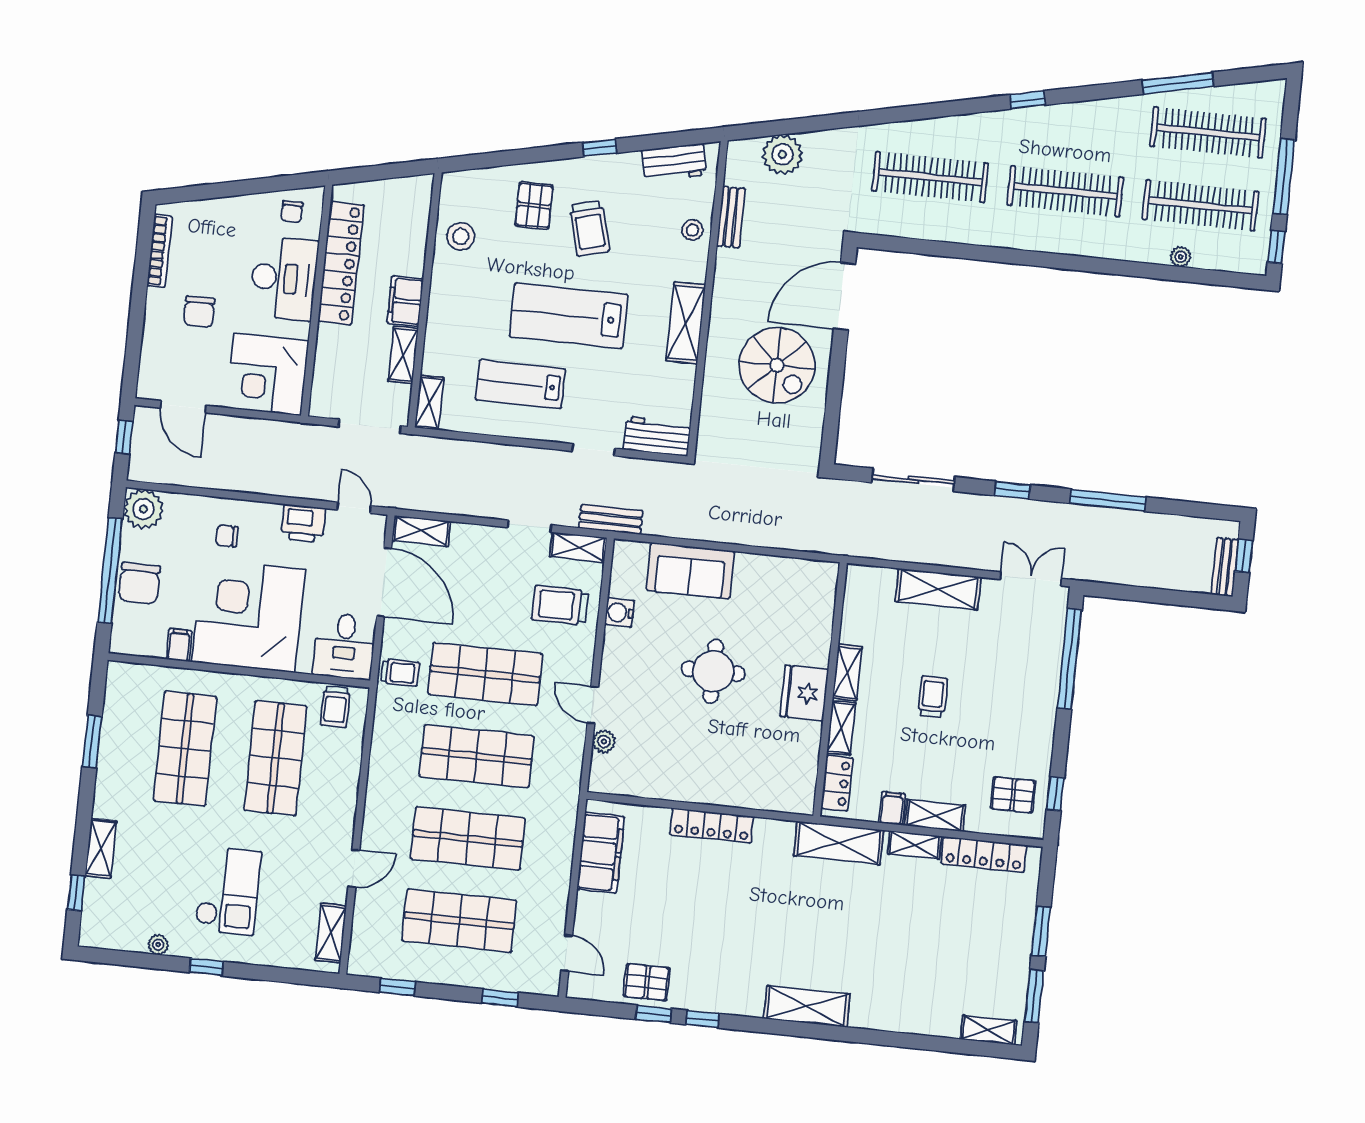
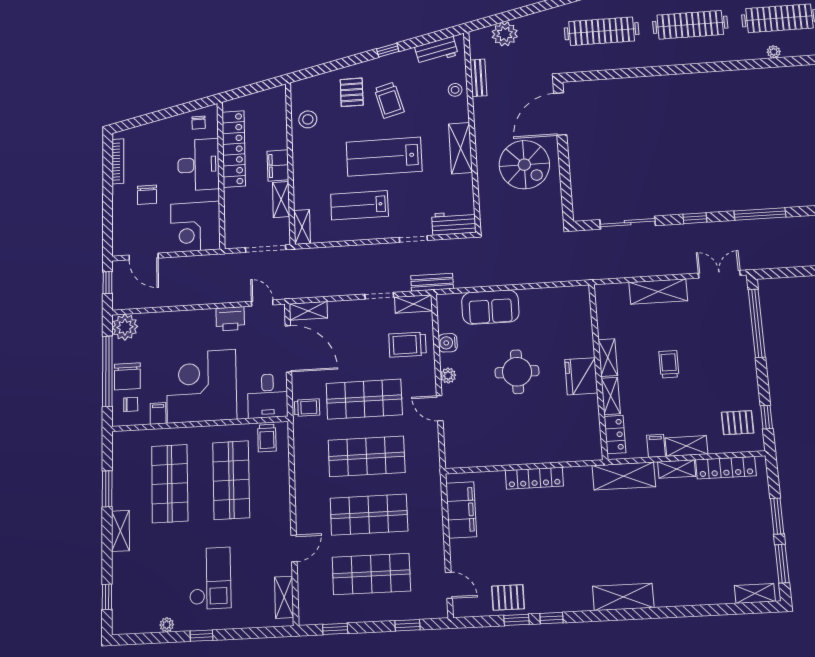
chair: (227, 536) -> (131, 404), moved, turned 180
plant: (604, 742) -> (448, 376), moved
shelving: (101, 848) -> (120, 531), moved

